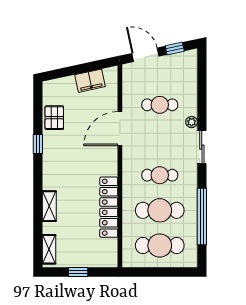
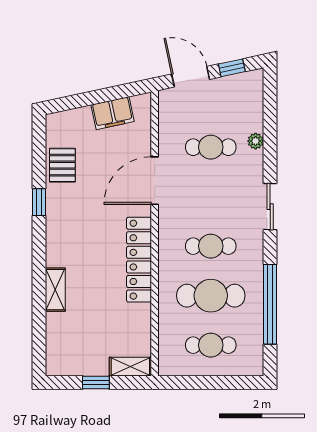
plant: (192, 122) -> (256, 141), moved
locker: (109, 207) -> (139, 260), moved
cafe table: (160, 245) -> (211, 345), width x0.73, depth x0.74
shelving: (49, 249) -> (130, 367), moved, turned 90

